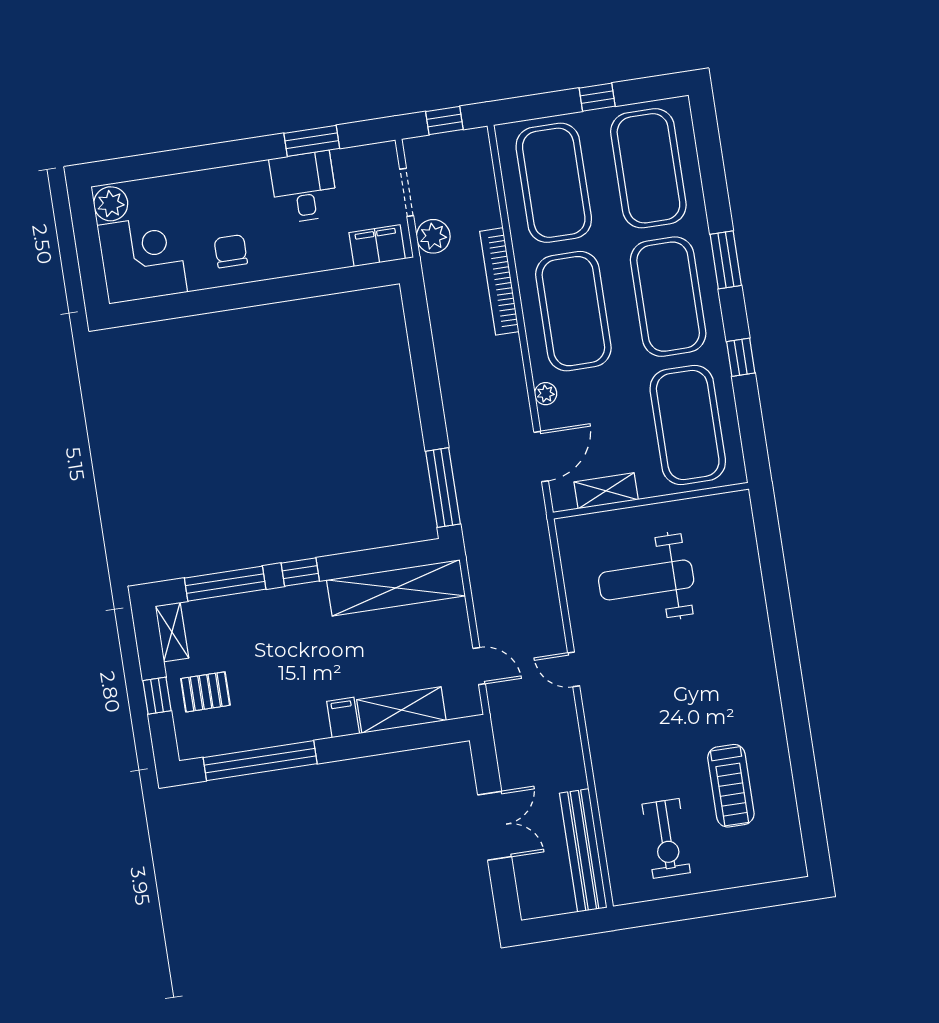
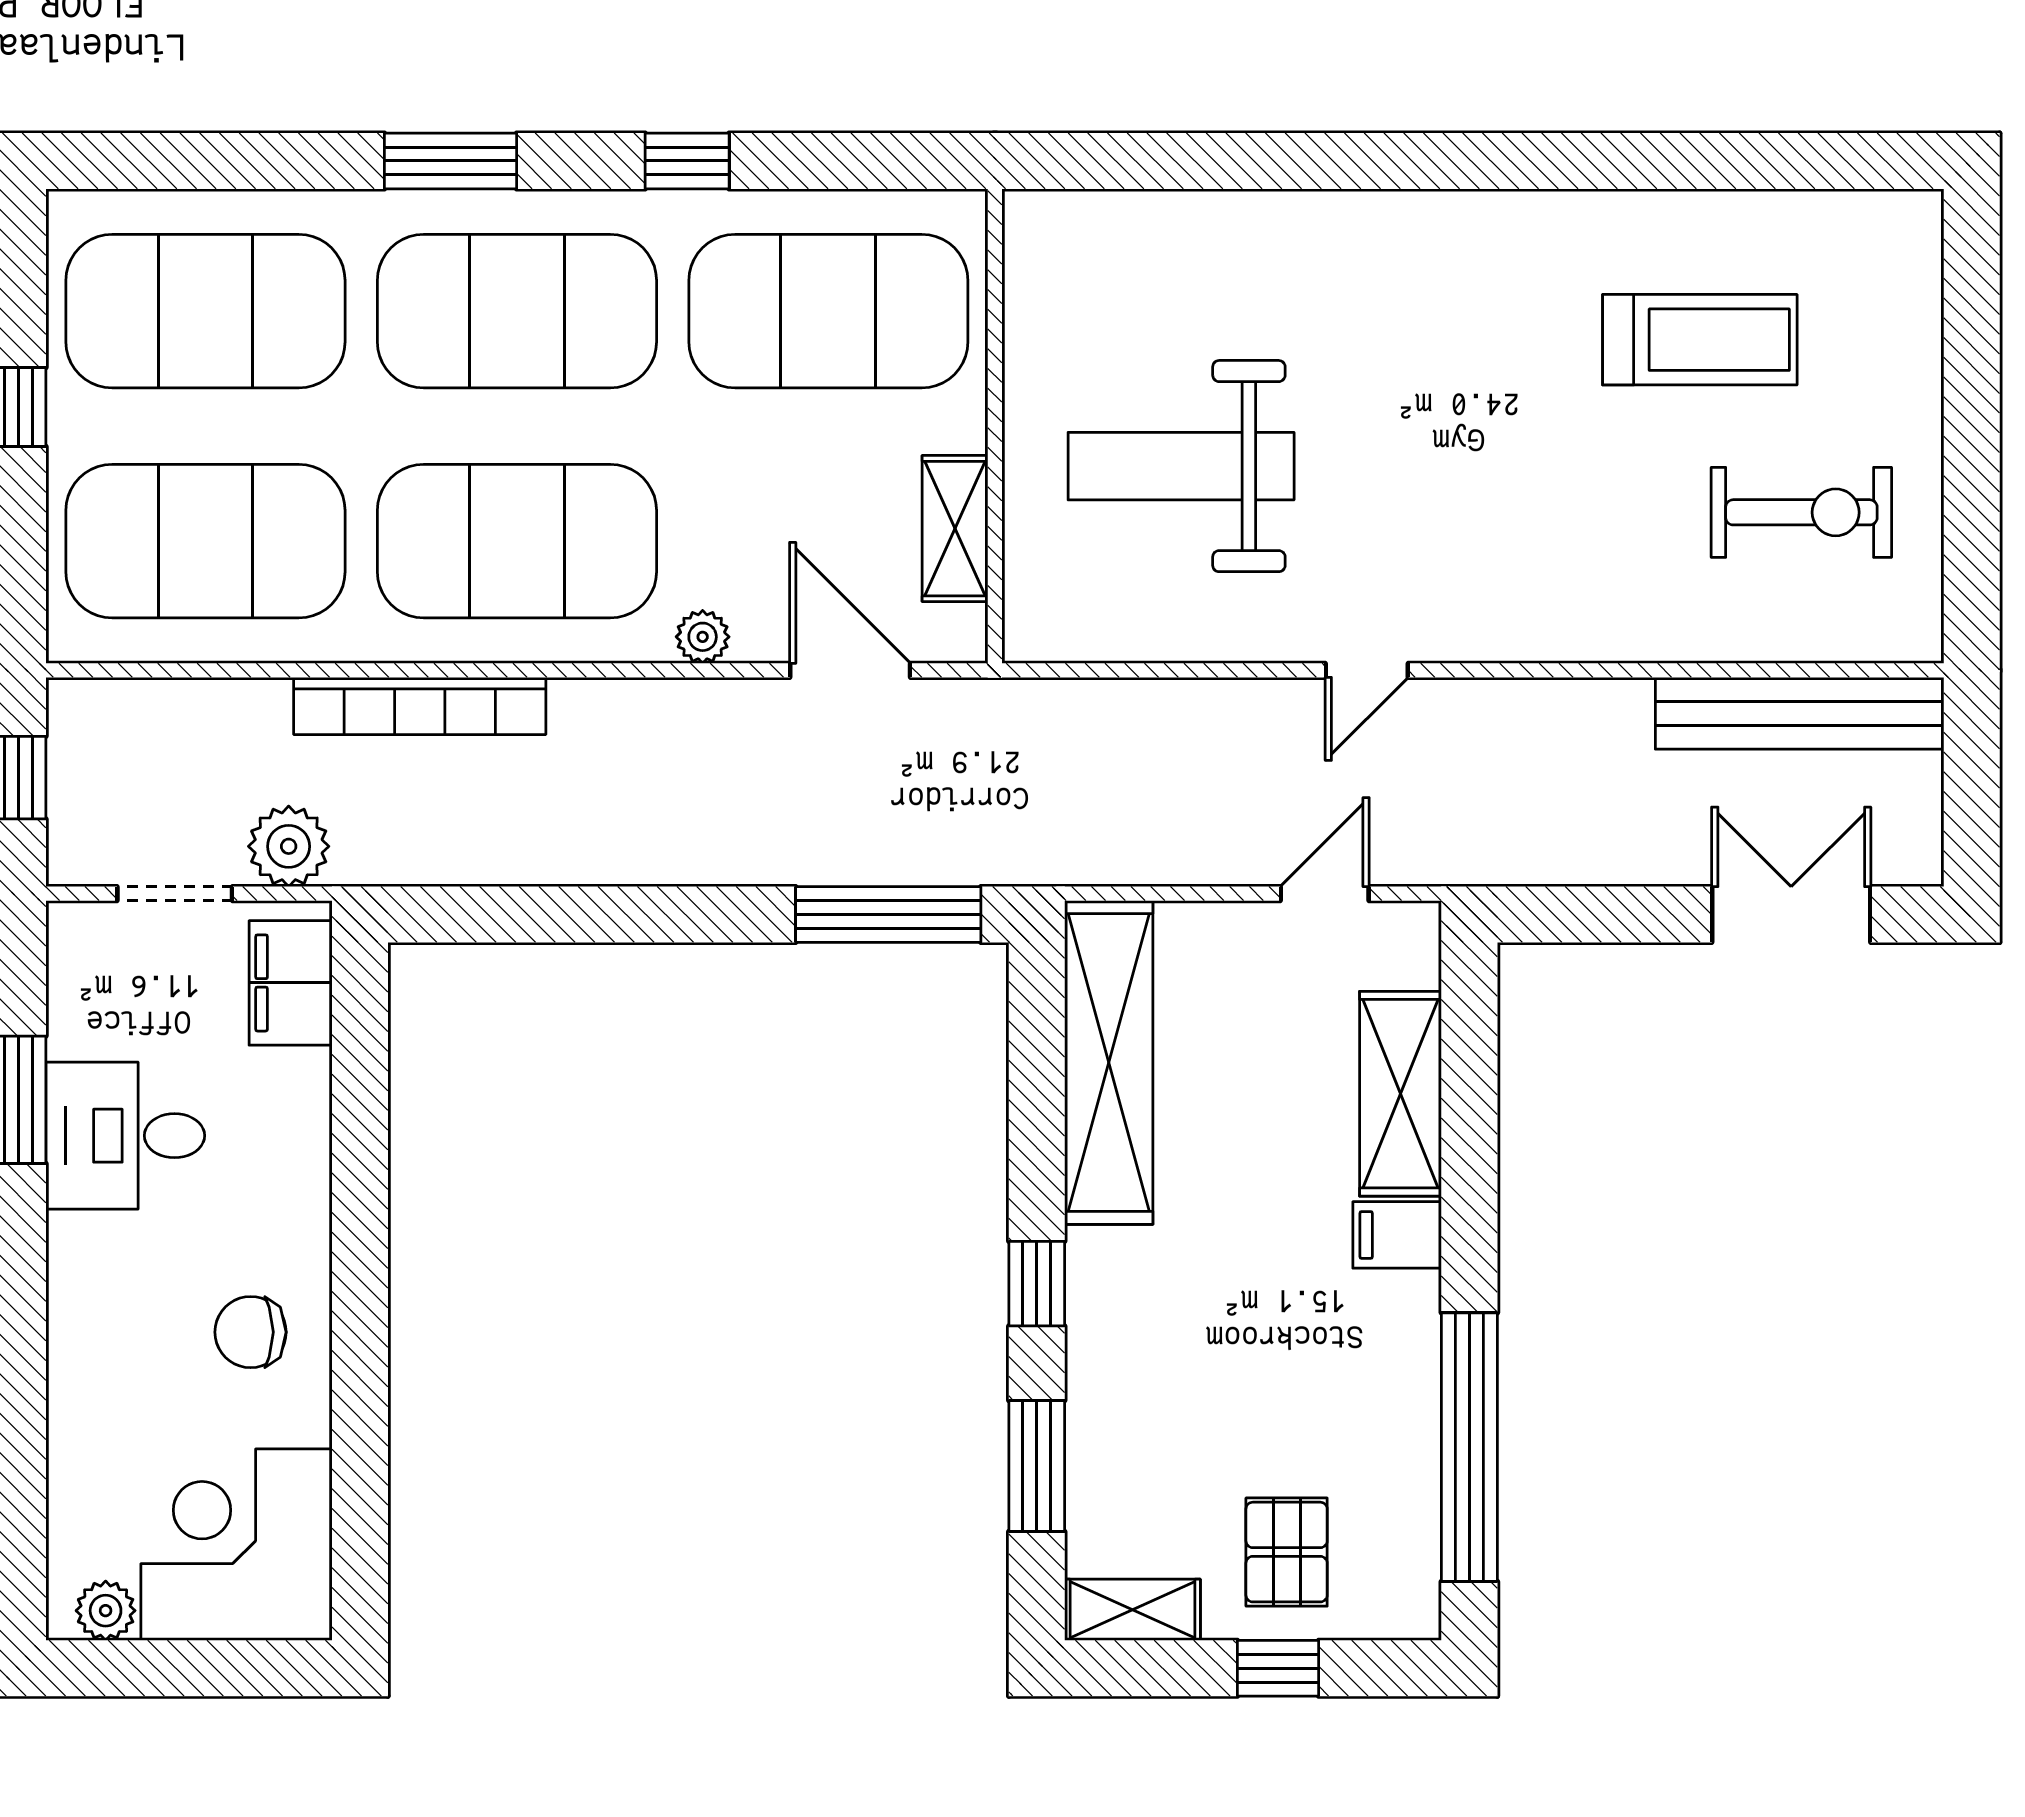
plant: (111, 204) -> (106, 1611), width x0.73, depth x0.73
weight bench: (646, 580) -> (1181, 466), turned 90
window: (225, 584) -> (1037, 1466), width x0.69
double door: (495, 826) -> (1791, 915), moved

